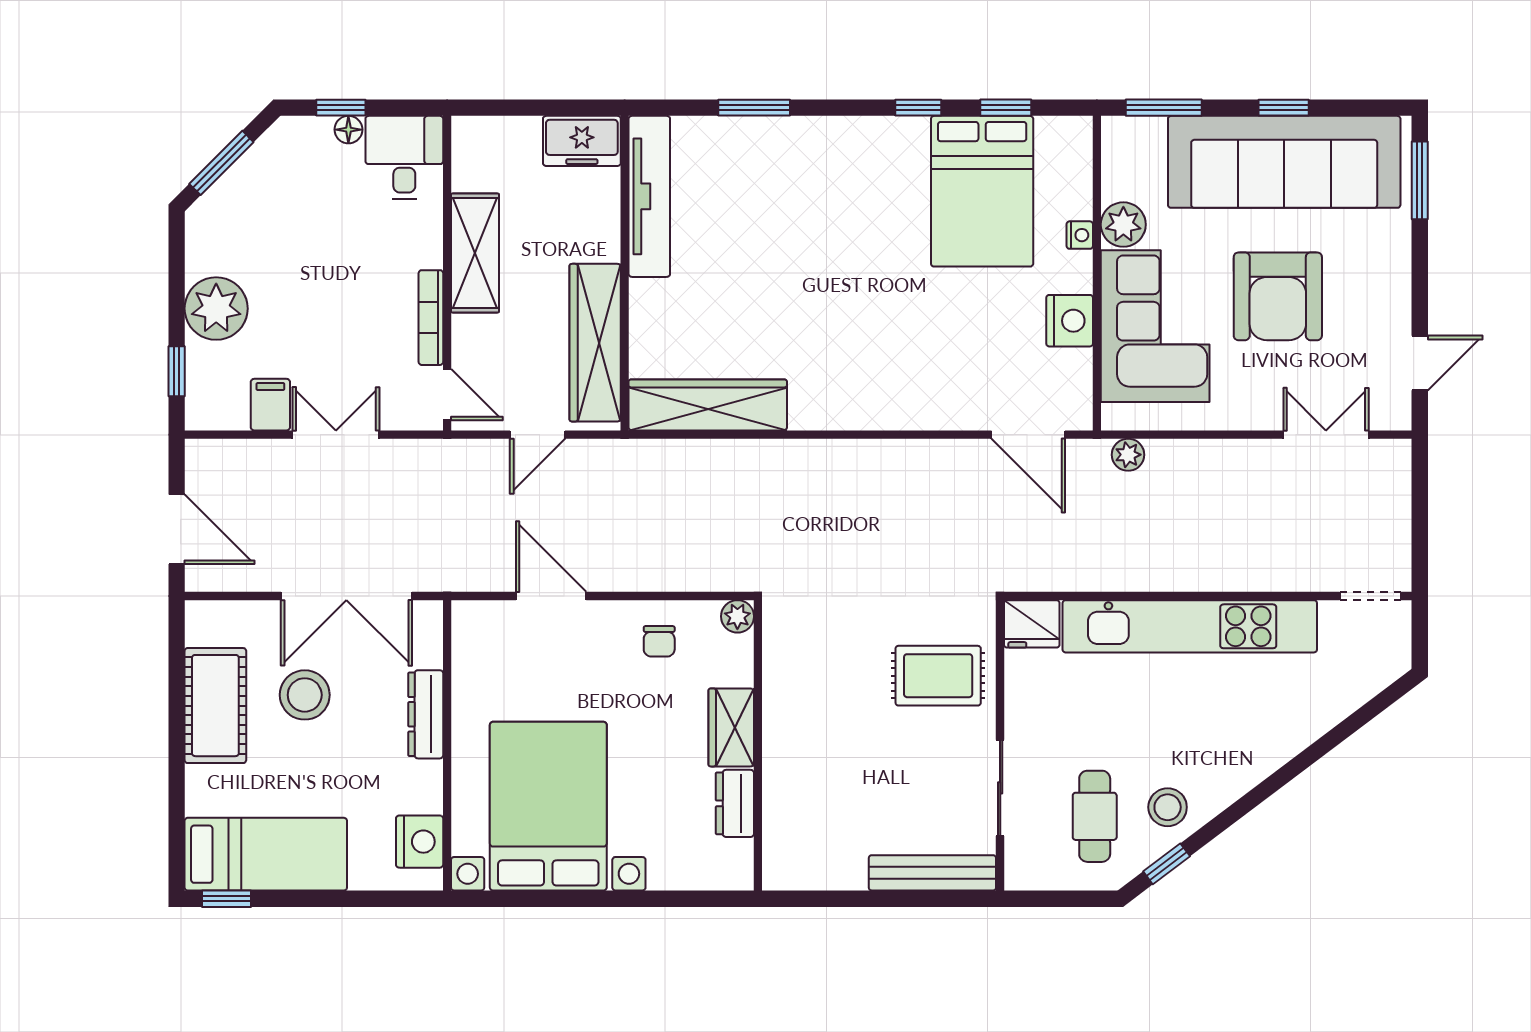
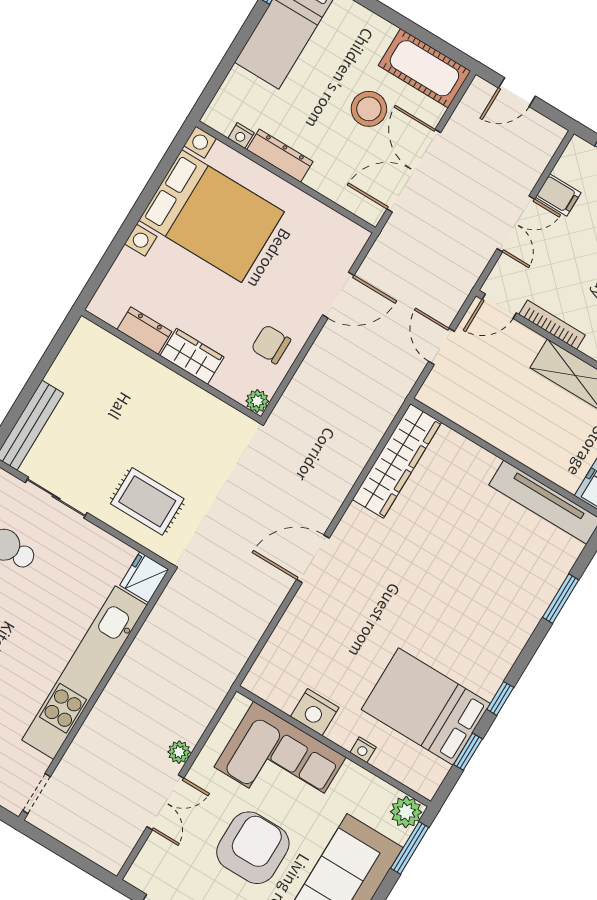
plant: (1123, 225) -> (406, 812), moved
armchair: (1278, 296) -> (253, 848), turned 90
wardrobe: (595, 343) -> (476, 415), removed
door: (1028, 435) -> (313, 559), moved
double door: (1326, 435) -> (165, 802), moved
plant: (1128, 455) -> (179, 752), moved
door: (177, 529) -> (517, 92), width x0.73
chair: (659, 641) -> (271, 344), width x1.37, depth x1.37
rug: (938, 676) -> (147, 501), turned 90
cot: (215, 706) -> (424, 68), moved
dresser: (426, 714) -> (280, 156), moved
nightstand: (420, 842) -> (241, 136), width x0.53, depth x0.56

